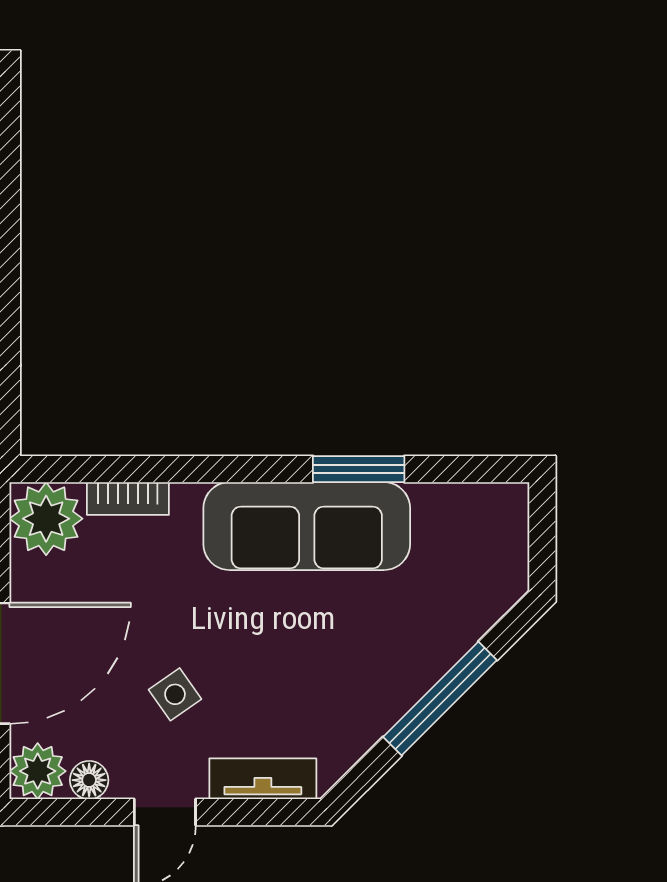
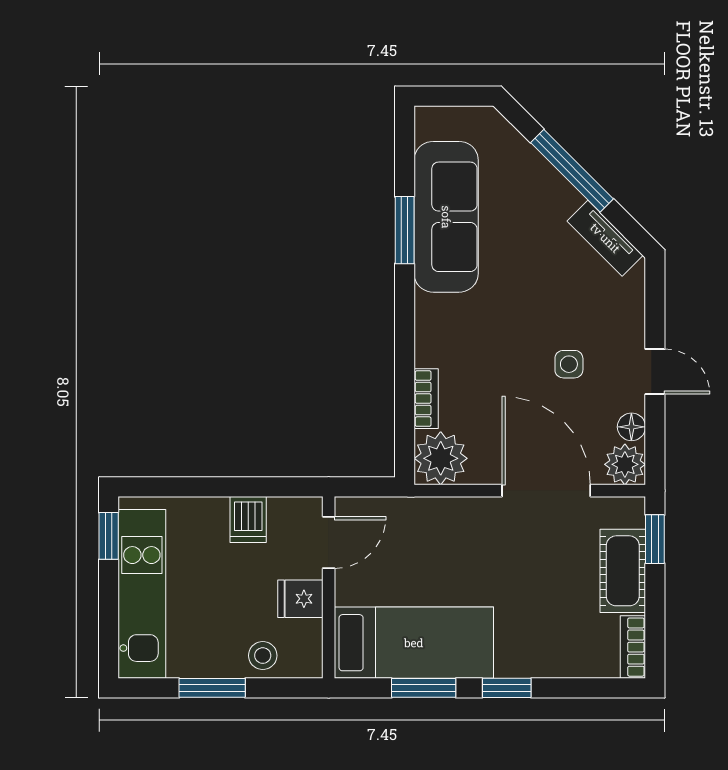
sofa: (307, 526) -> (446, 217), moved
side table: (175, 694) -> (569, 364), turned 35
tv unit: (263, 779) -> (605, 238), moved, turned -45

